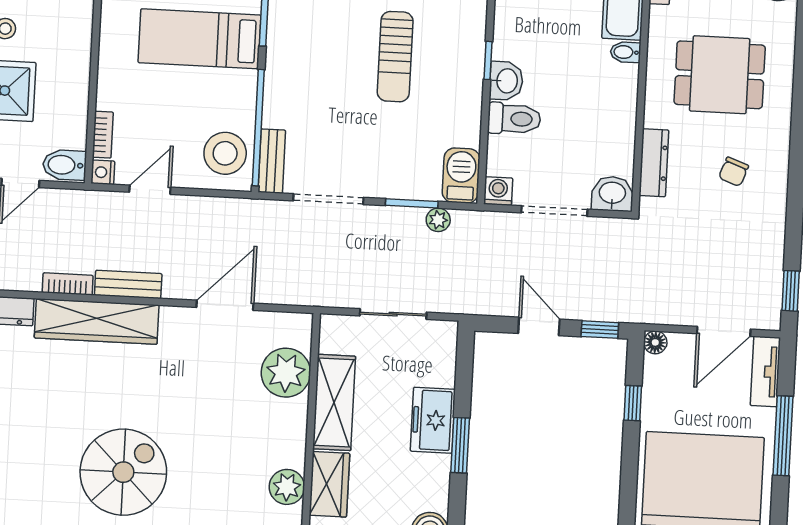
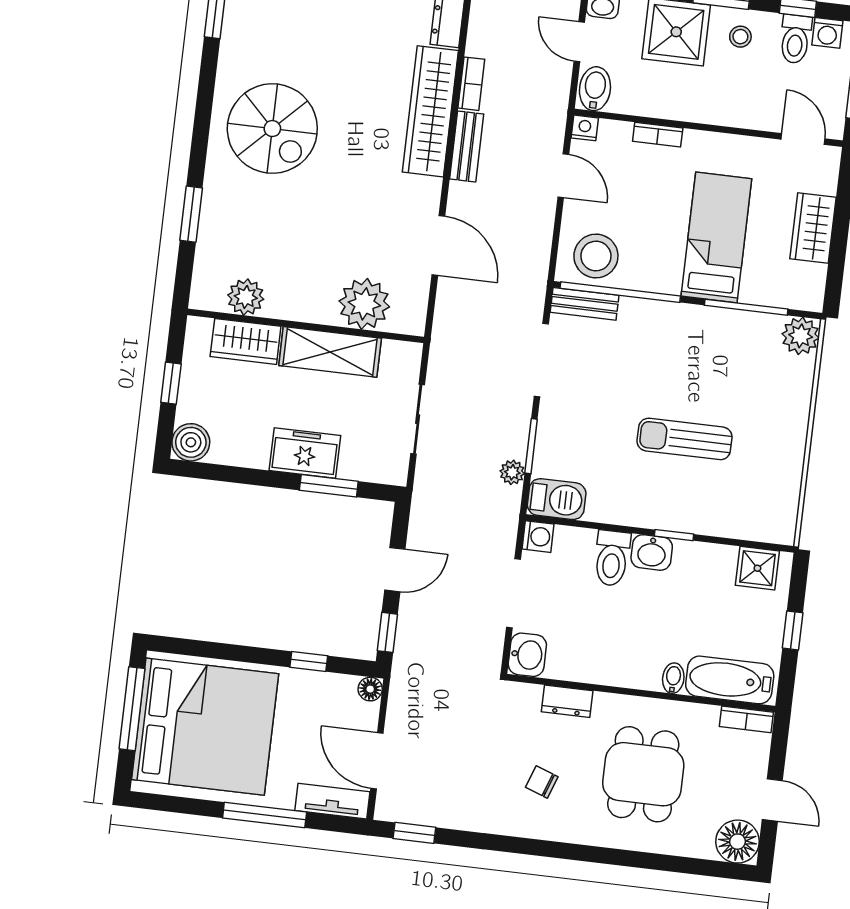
bookcase: (103, 135) -> (658, 135), moved
dresser: (654, 163) -> (567, 701), width x0.70
window: (460, 445) -> (329, 486), moved

